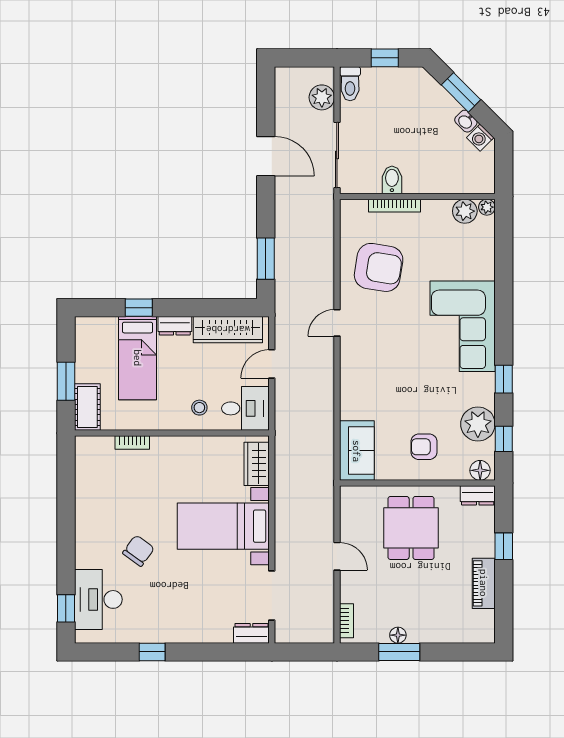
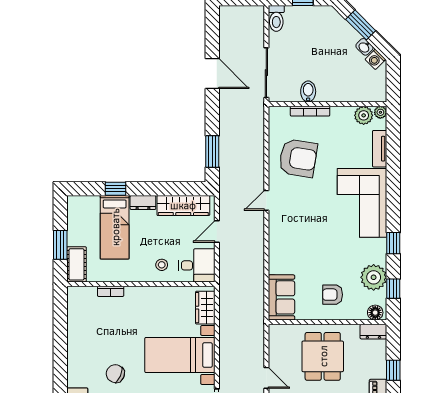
plant: (322, 97) -> (255, 29), removed
tv unit: (486, 255) -> (380, 149), added
chair: (138, 551) -> (115, 374), turned -103

